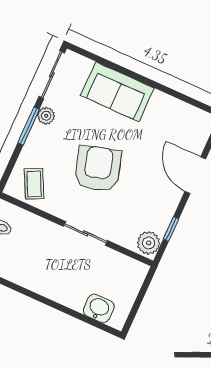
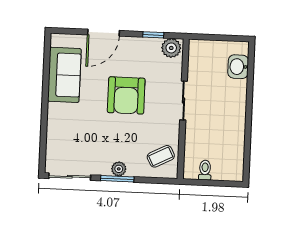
sofa: (118, 92) -> (64, 75), moved
plant: (46, 116) -> (119, 169), moved
armchair: (98, 169) -> (126, 95), moved, turned -74

